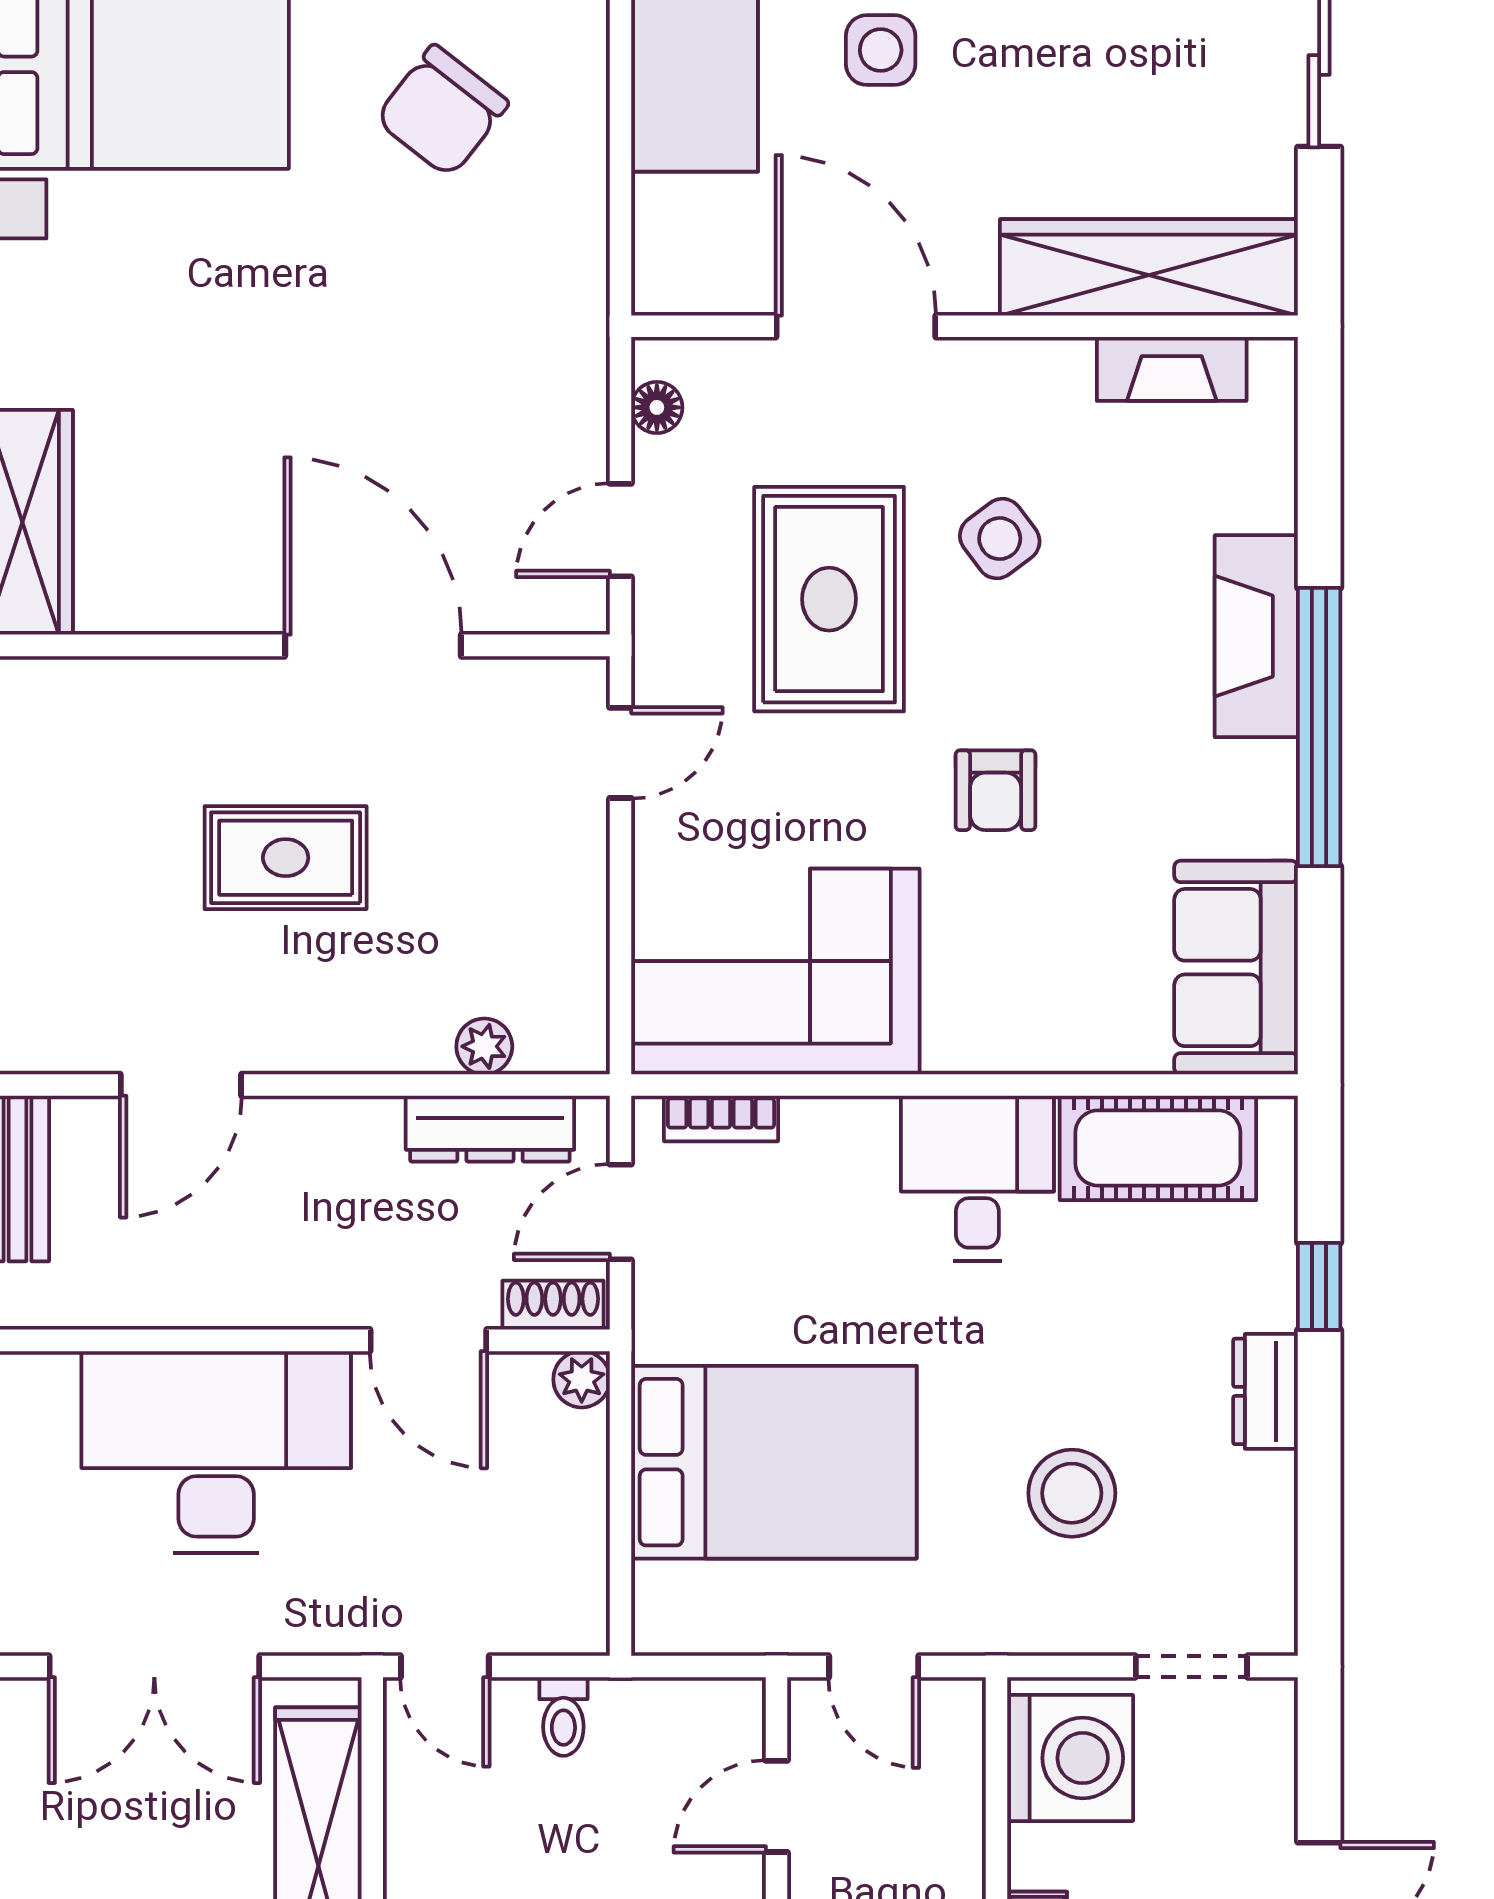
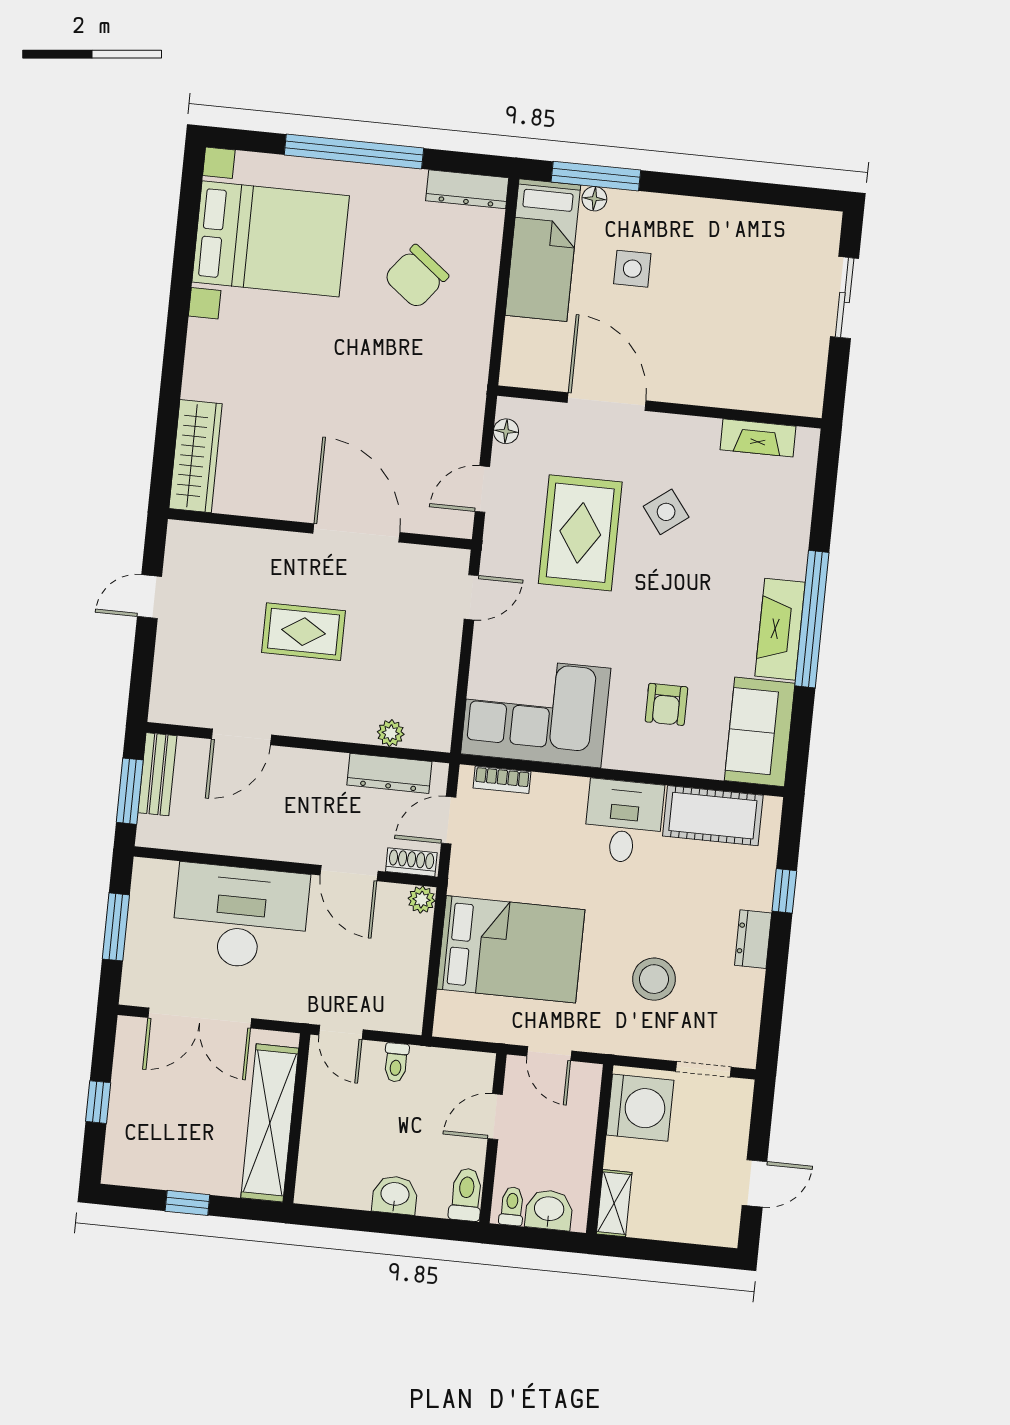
wardrobe: (1149, 267) -> (752, 387), removed
fireplace: (1256, 636) -> (780, 629), moved
armchair: (996, 790) -> (666, 704), moved

